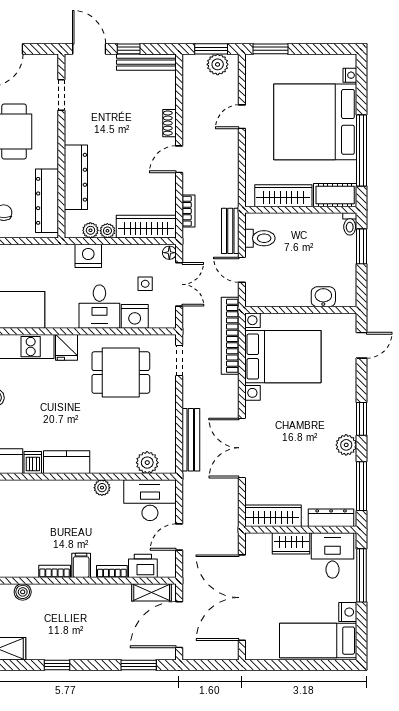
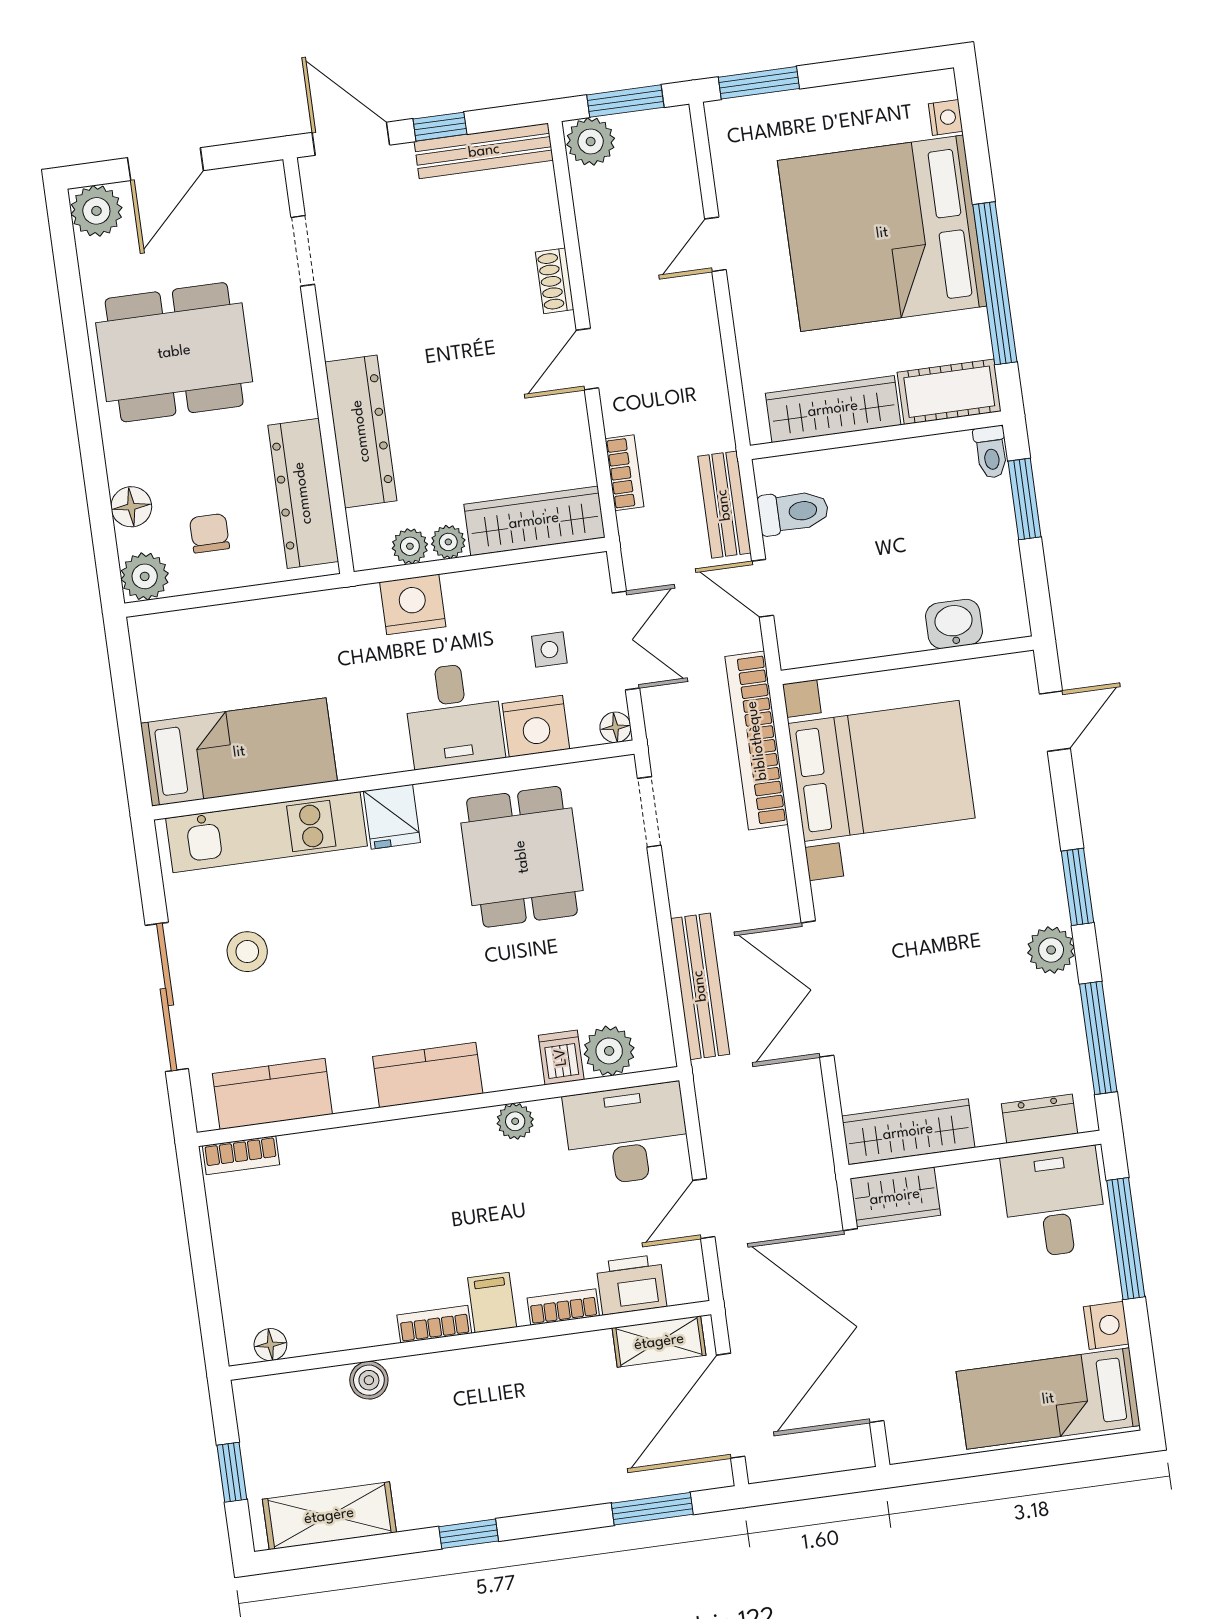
plant: (218, 64) -> (591, 141), moved
floor lamp: (169, 253) -> (615, 727), moved
dining table: (121, 373) -> (522, 857), turned 90
dishwasher: (33, 463) -> (561, 1057), moved
dresser: (331, 518) -> (1039, 1119), width x0.70
wardrobe: (291, 543) -> (895, 1197), moved

